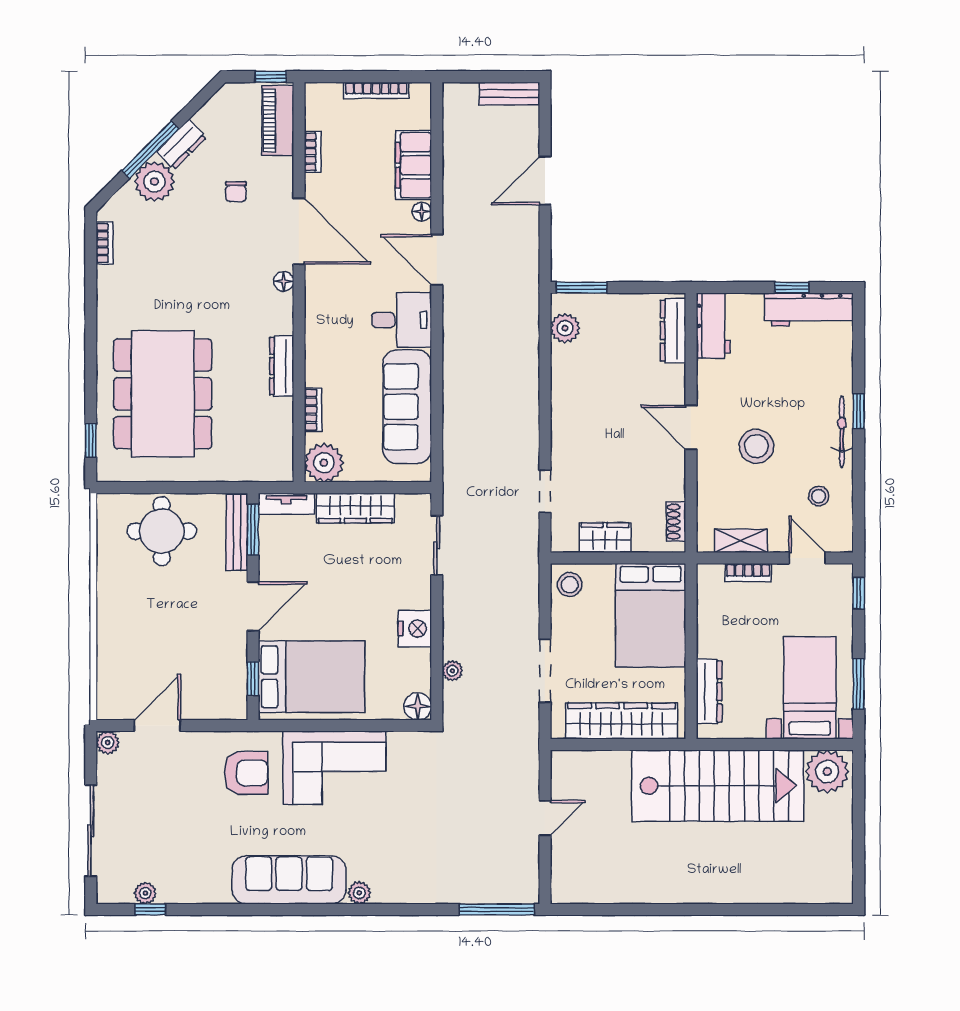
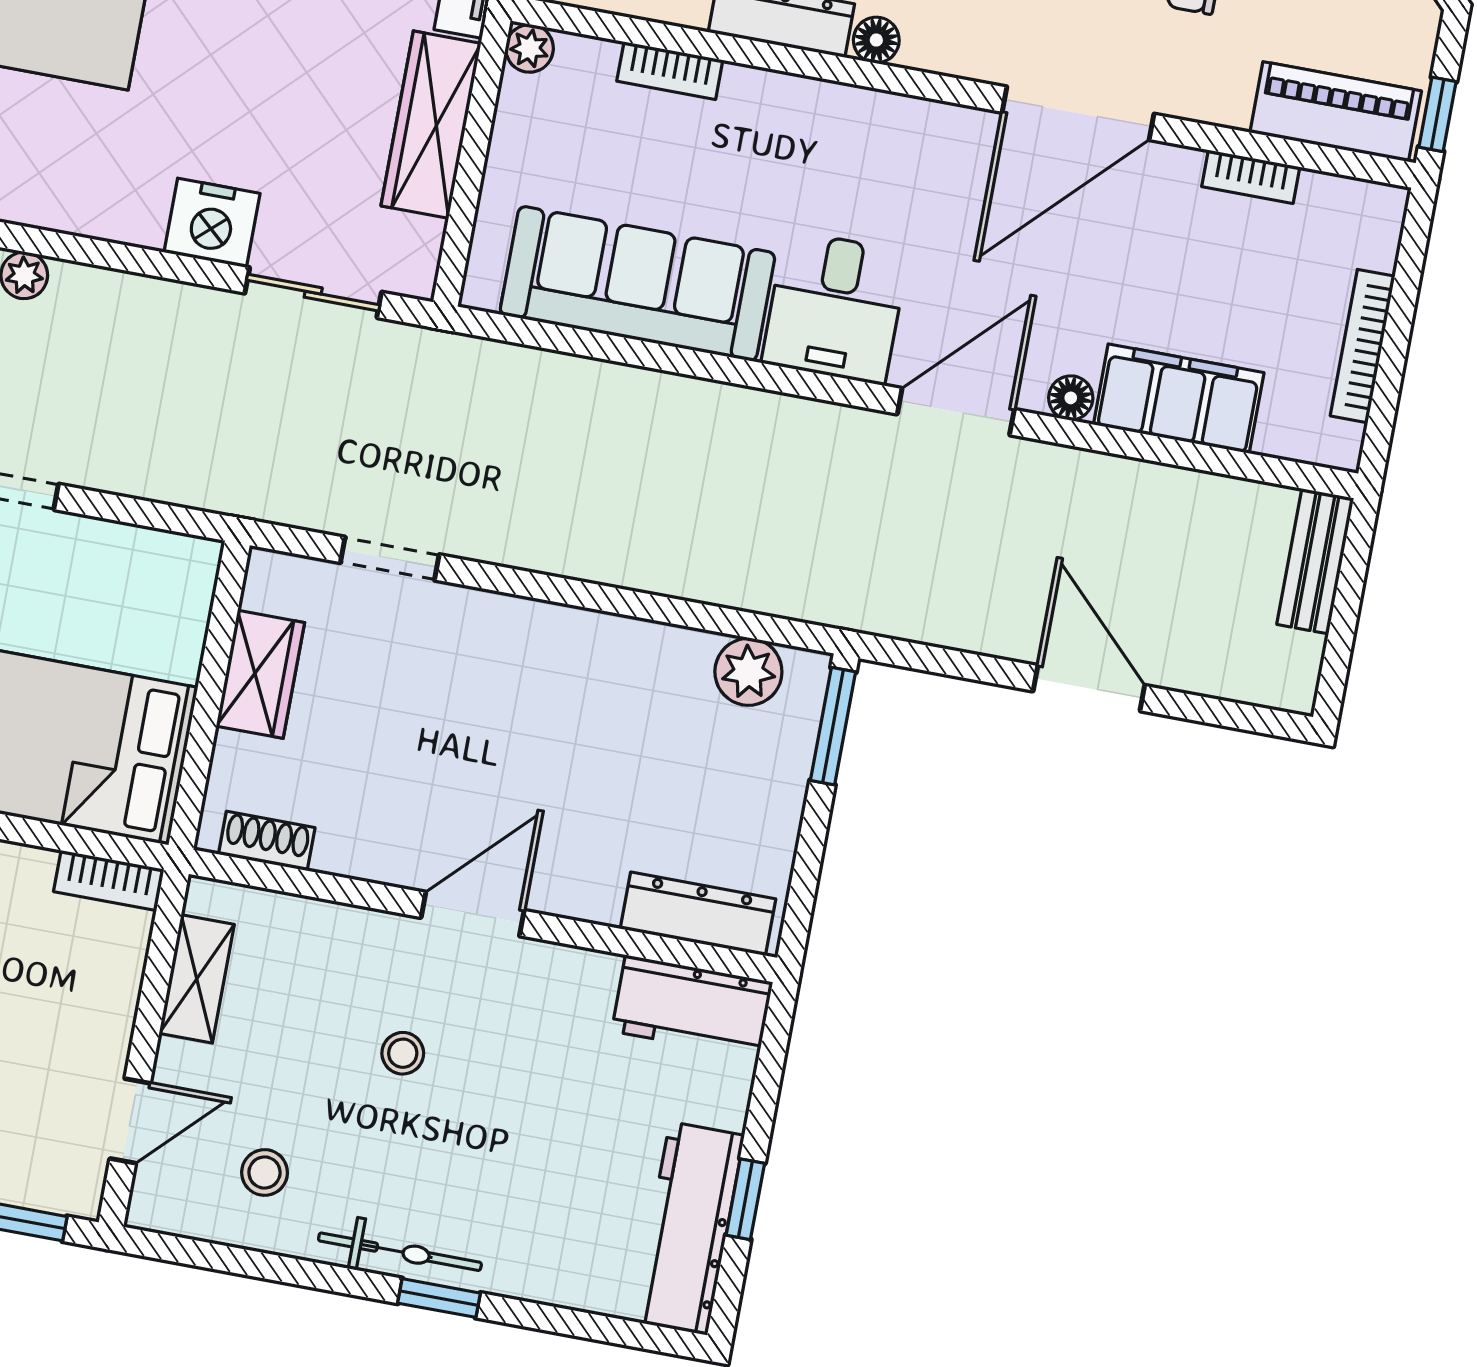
bench: (509, 94) -> (1315, 561), moved
floor lamp: (284, 281) -> (876, 40), moved
stool: (756, 446) -> (403, 1053), width x0.53, depth x0.53
plant: (324, 463) -> (530, 48), width x0.53, depth x0.53
bookcase: (748, 573) -> (109, 880), moved, turned -90
stool: (570, 585) -> (169, 575), removed
nightstand: (415, 629) -> (212, 223), moved

